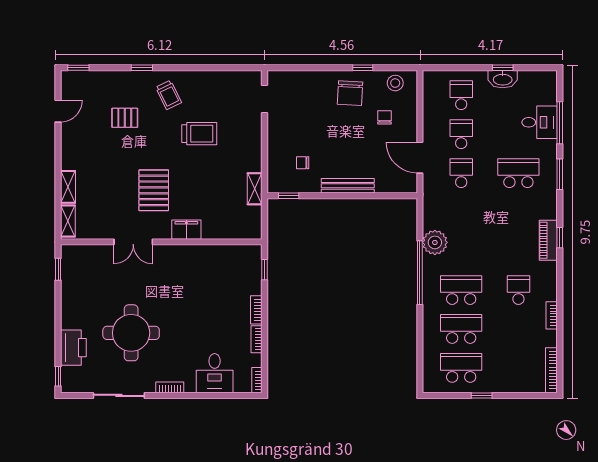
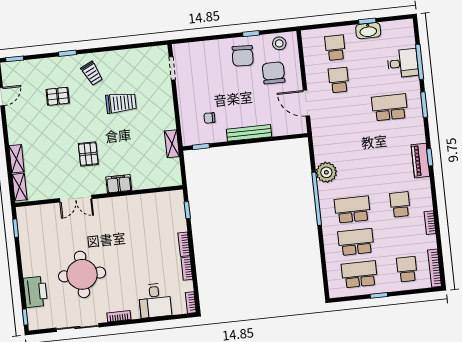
chair: (385, 117) -> (273, 73), width x1.87, depth x1.87
school desk: (461, 173) -> (407, 269), moved
pallet: (154, 190) -> (88, 154), width x0.67, depth x0.71

